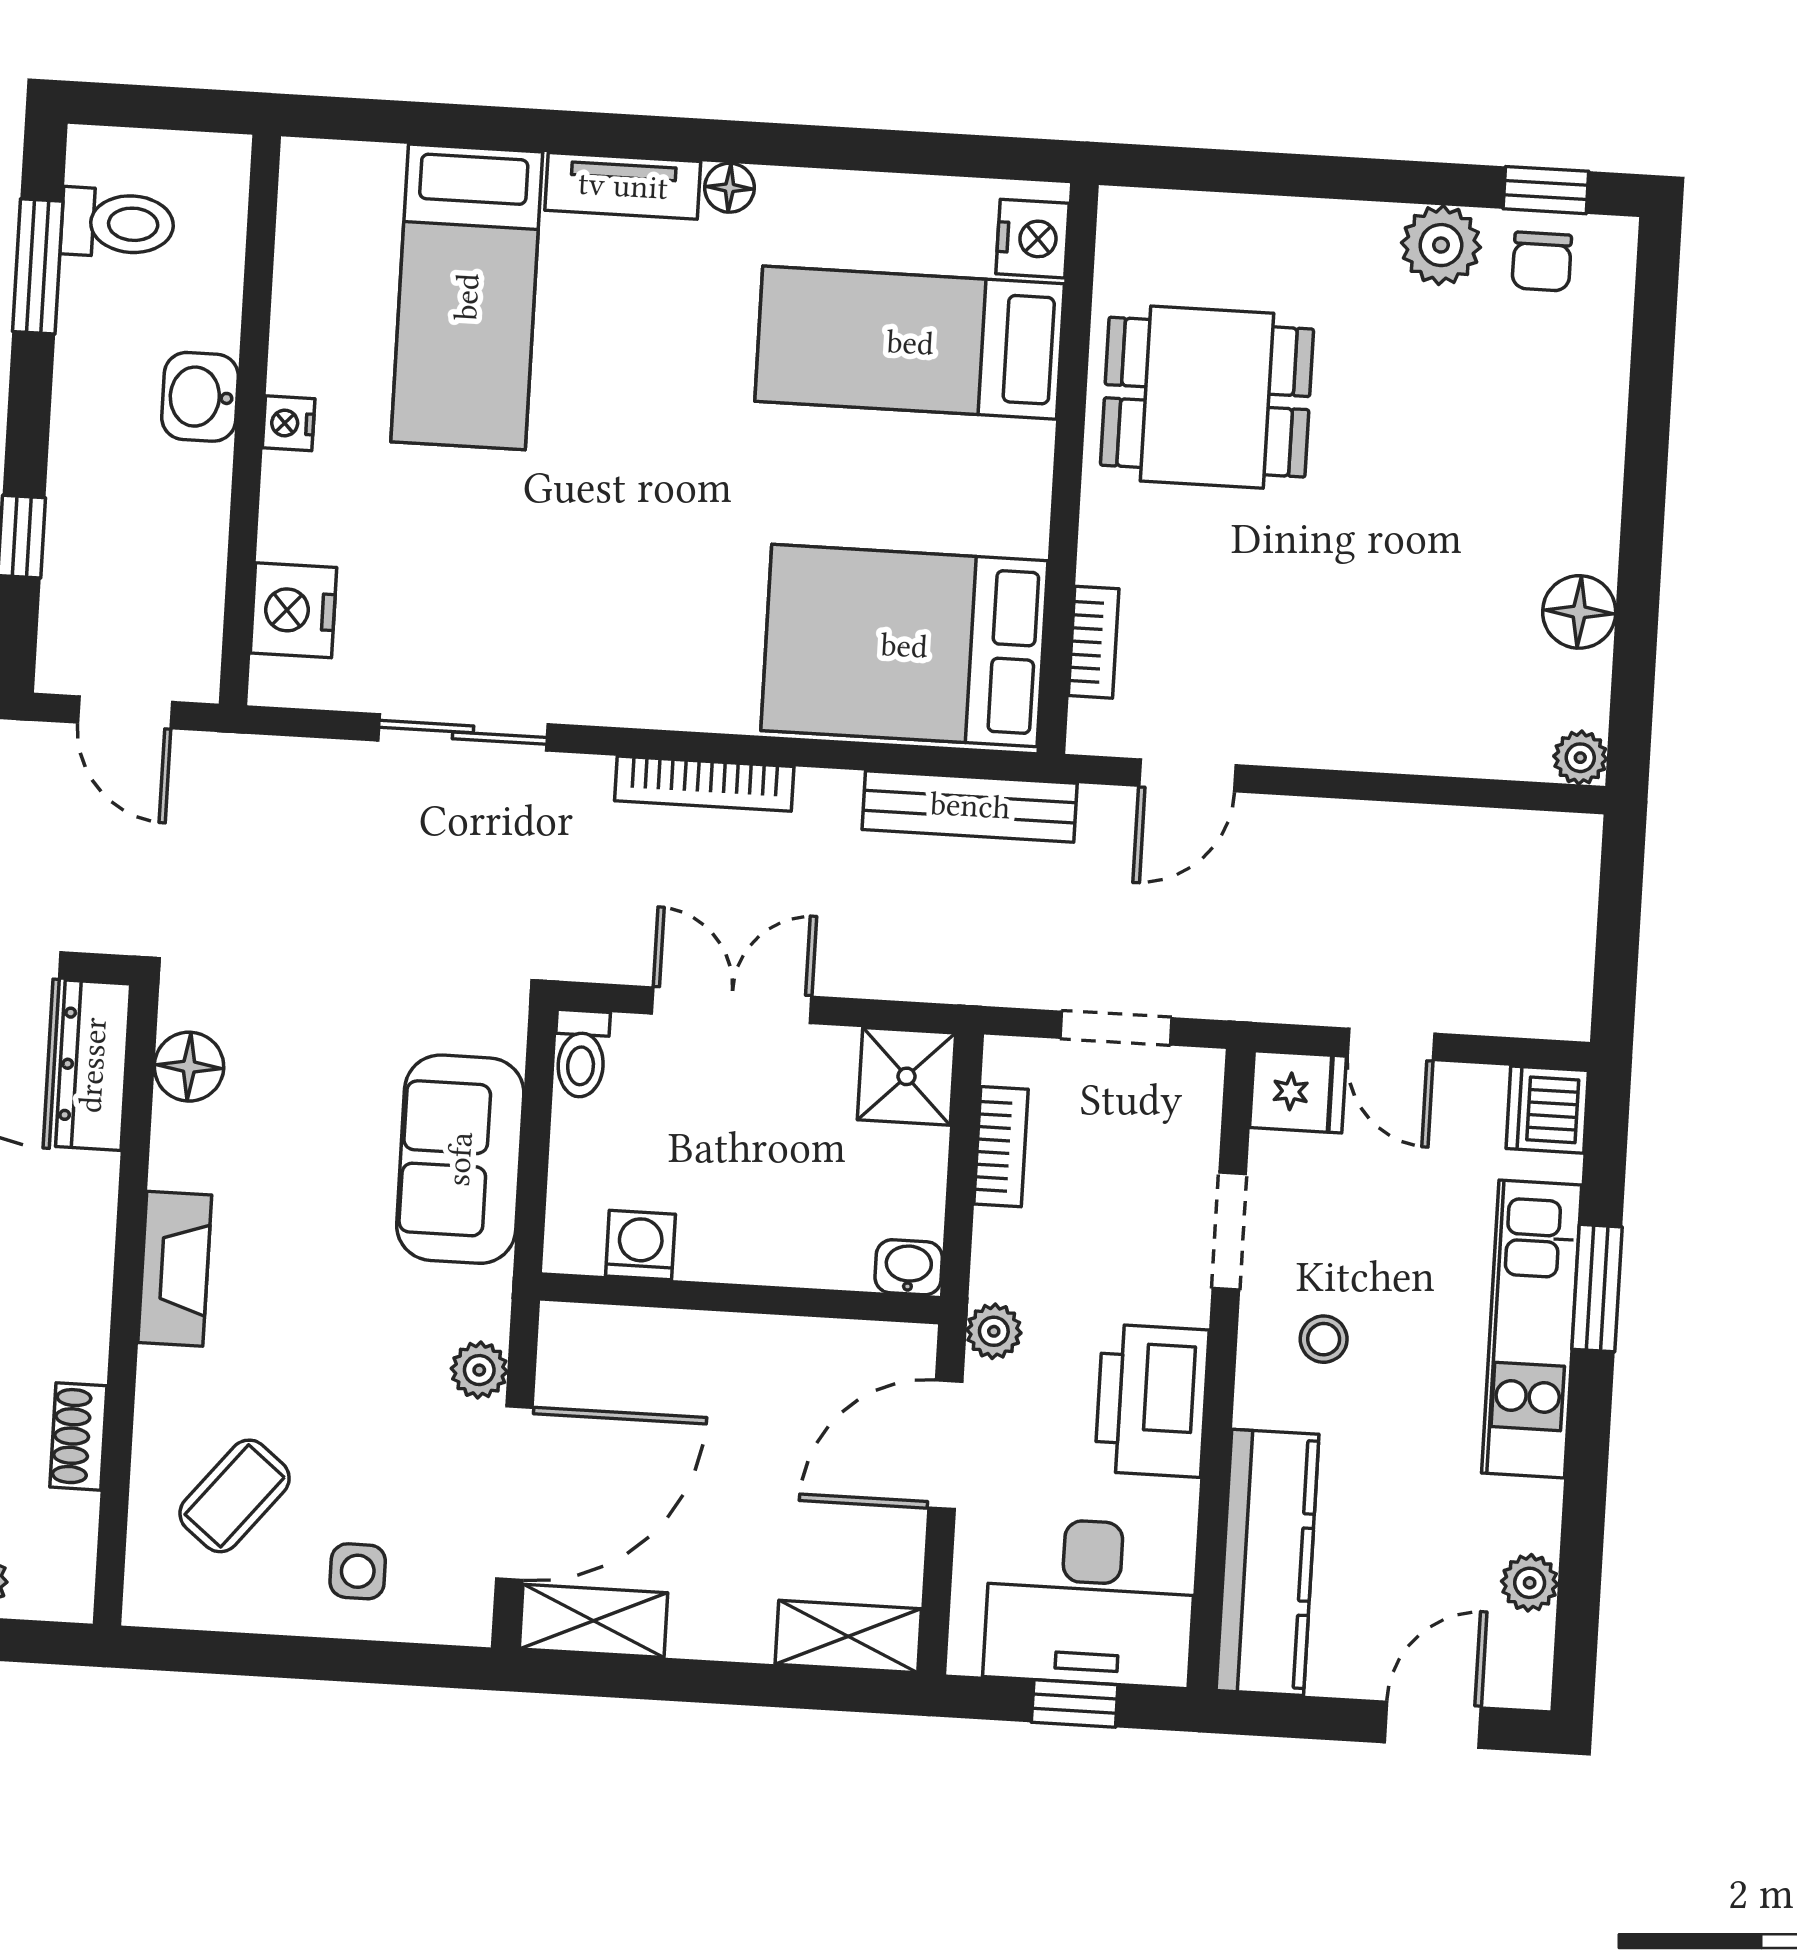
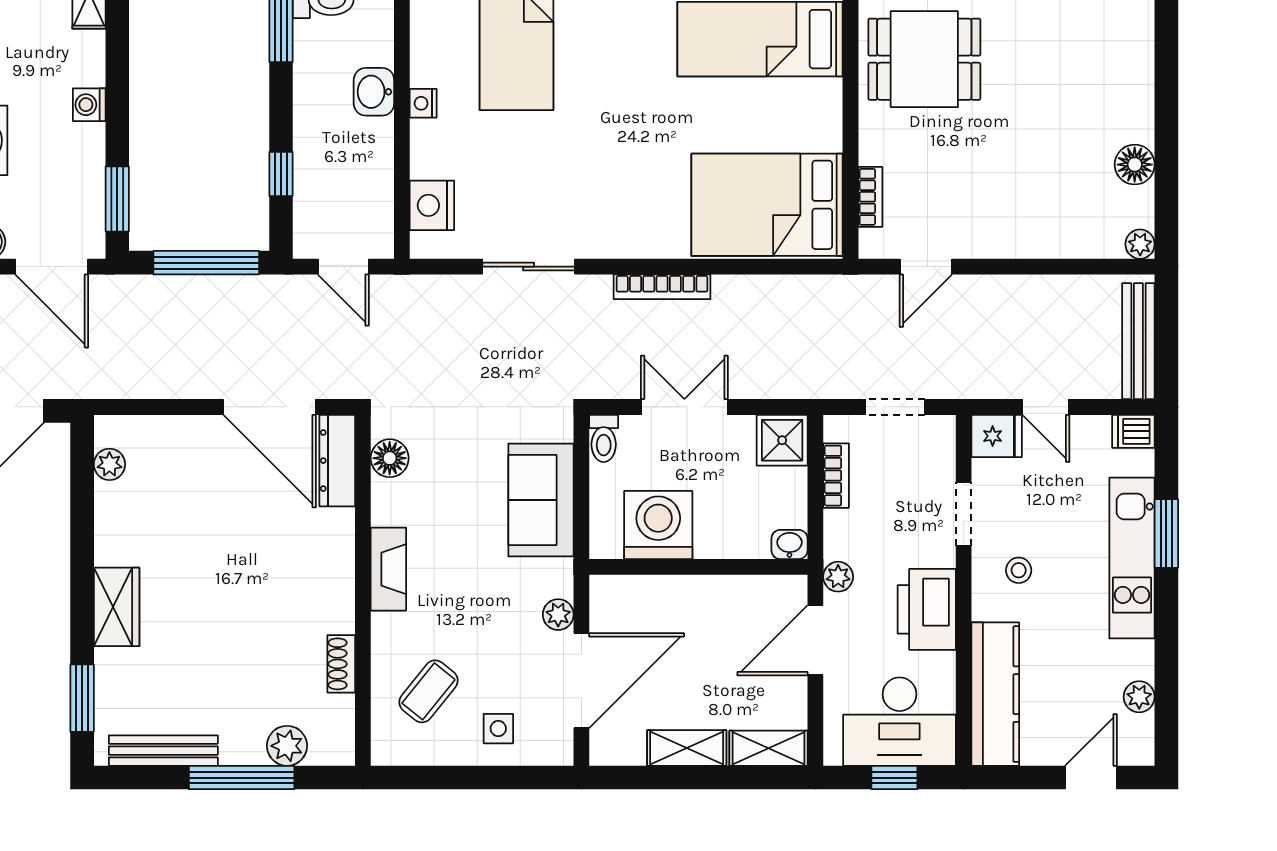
bench: (970, 806) -> (1138, 341), moved, turned 90
dishwasher: (1547, 1110) -> (1133, 431), width x0.73
washing machine: (640, 1245) -> (658, 525), width x1.89, depth x1.89
shelving: (593, 1621) -> (687, 748), moved

